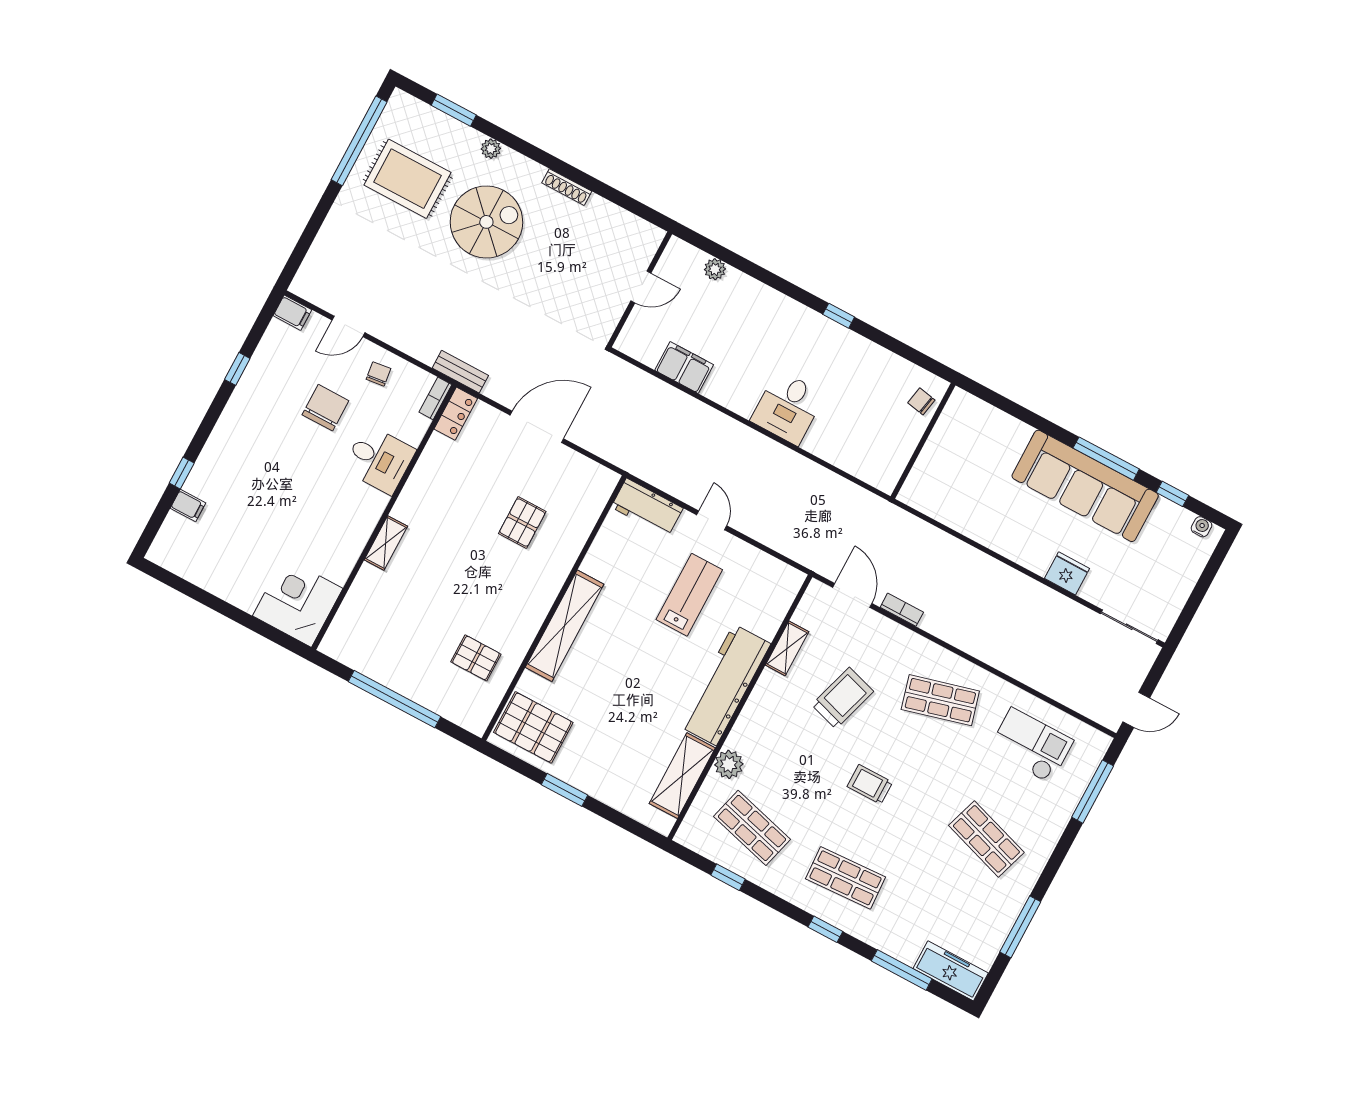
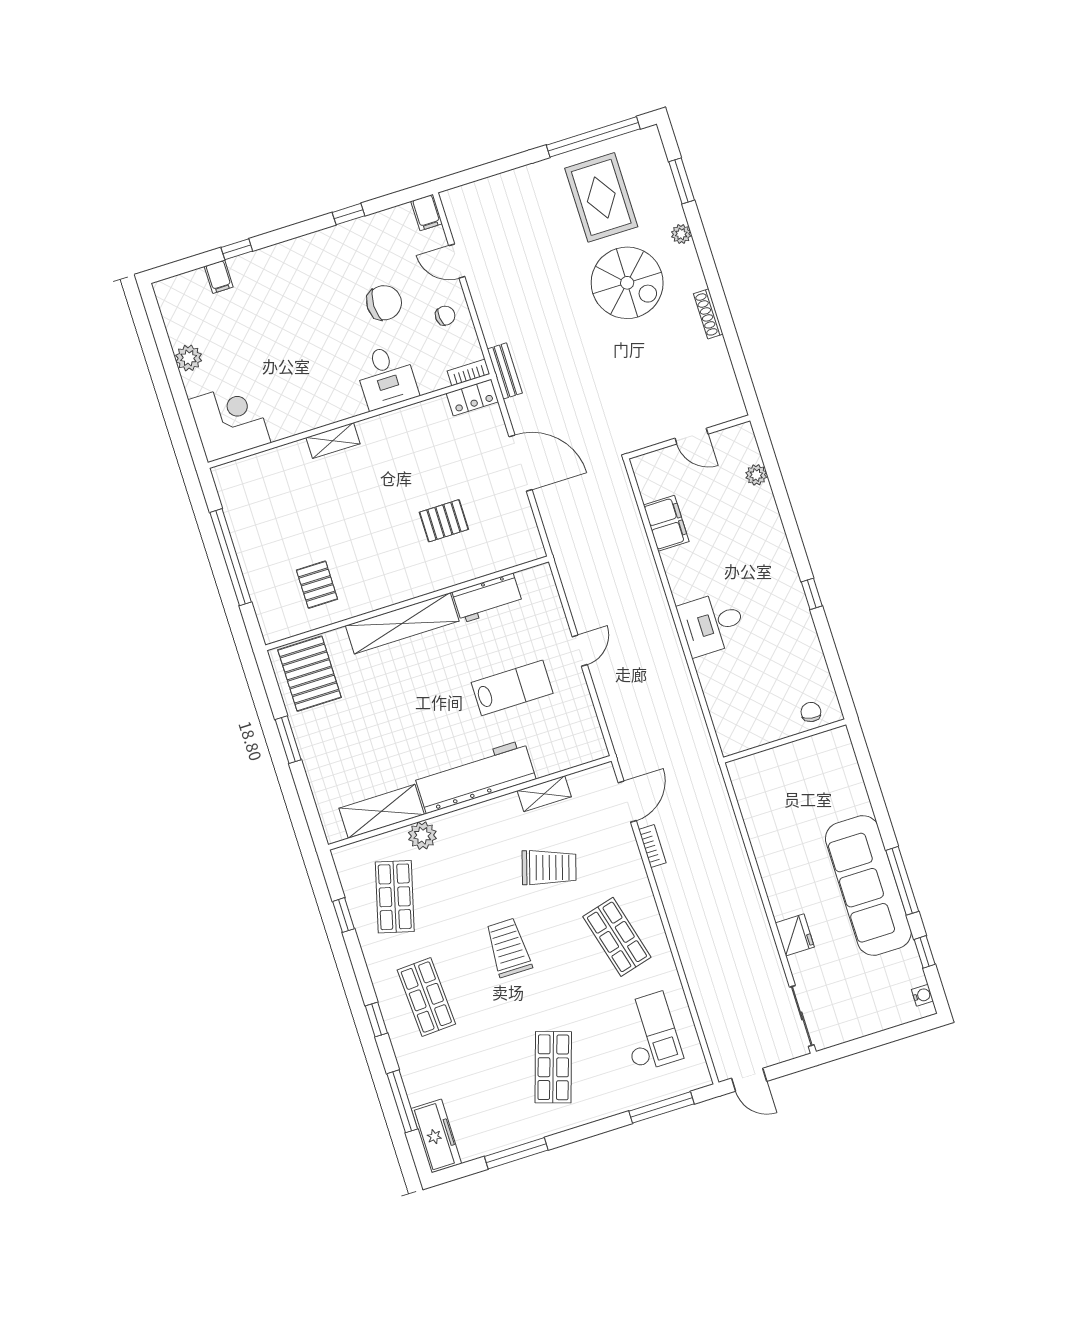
workbench: (647, 508) -> (487, 598), moved, turned -90
plant: (224, 585) -> (189, 358), added
trolley: (870, 784) -> (508, 948), width x1.36, depth x1.39

